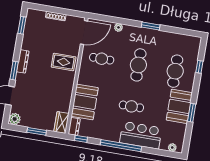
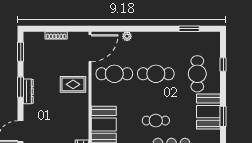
window: (151, 26) -> (189, 29), moved
cafe table: (102, 59) -> (114, 74), width x1.37, depth x1.35
cafe table: (138, 65) -> (156, 74), turned 90
window: (14, 71) -> (21, 87), moved

